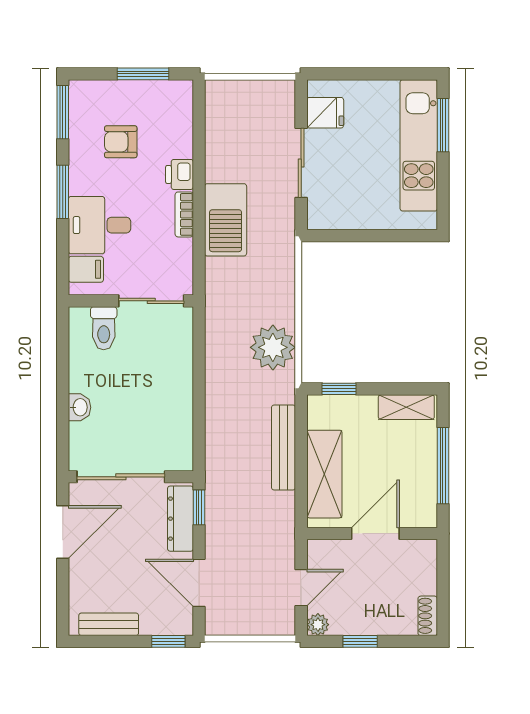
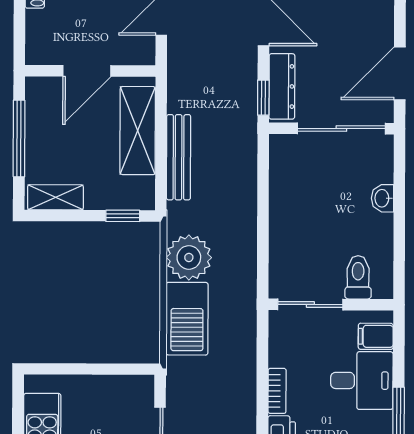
barbecue: (226, 220) -> (187, 319), moved, turned 180

